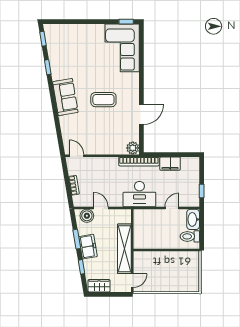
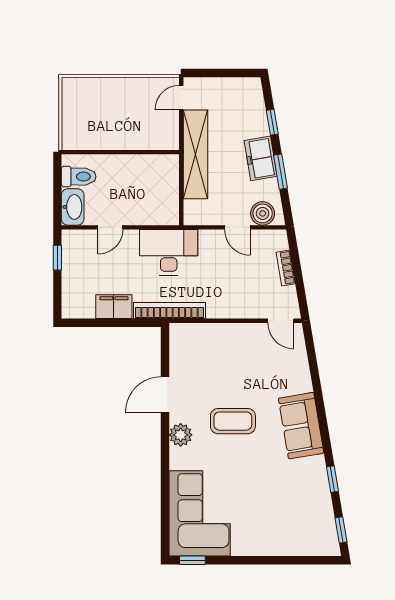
plant: (133, 148) -> (181, 435), moved
wardrobe: (99, 286) -> (241, 88), removed

